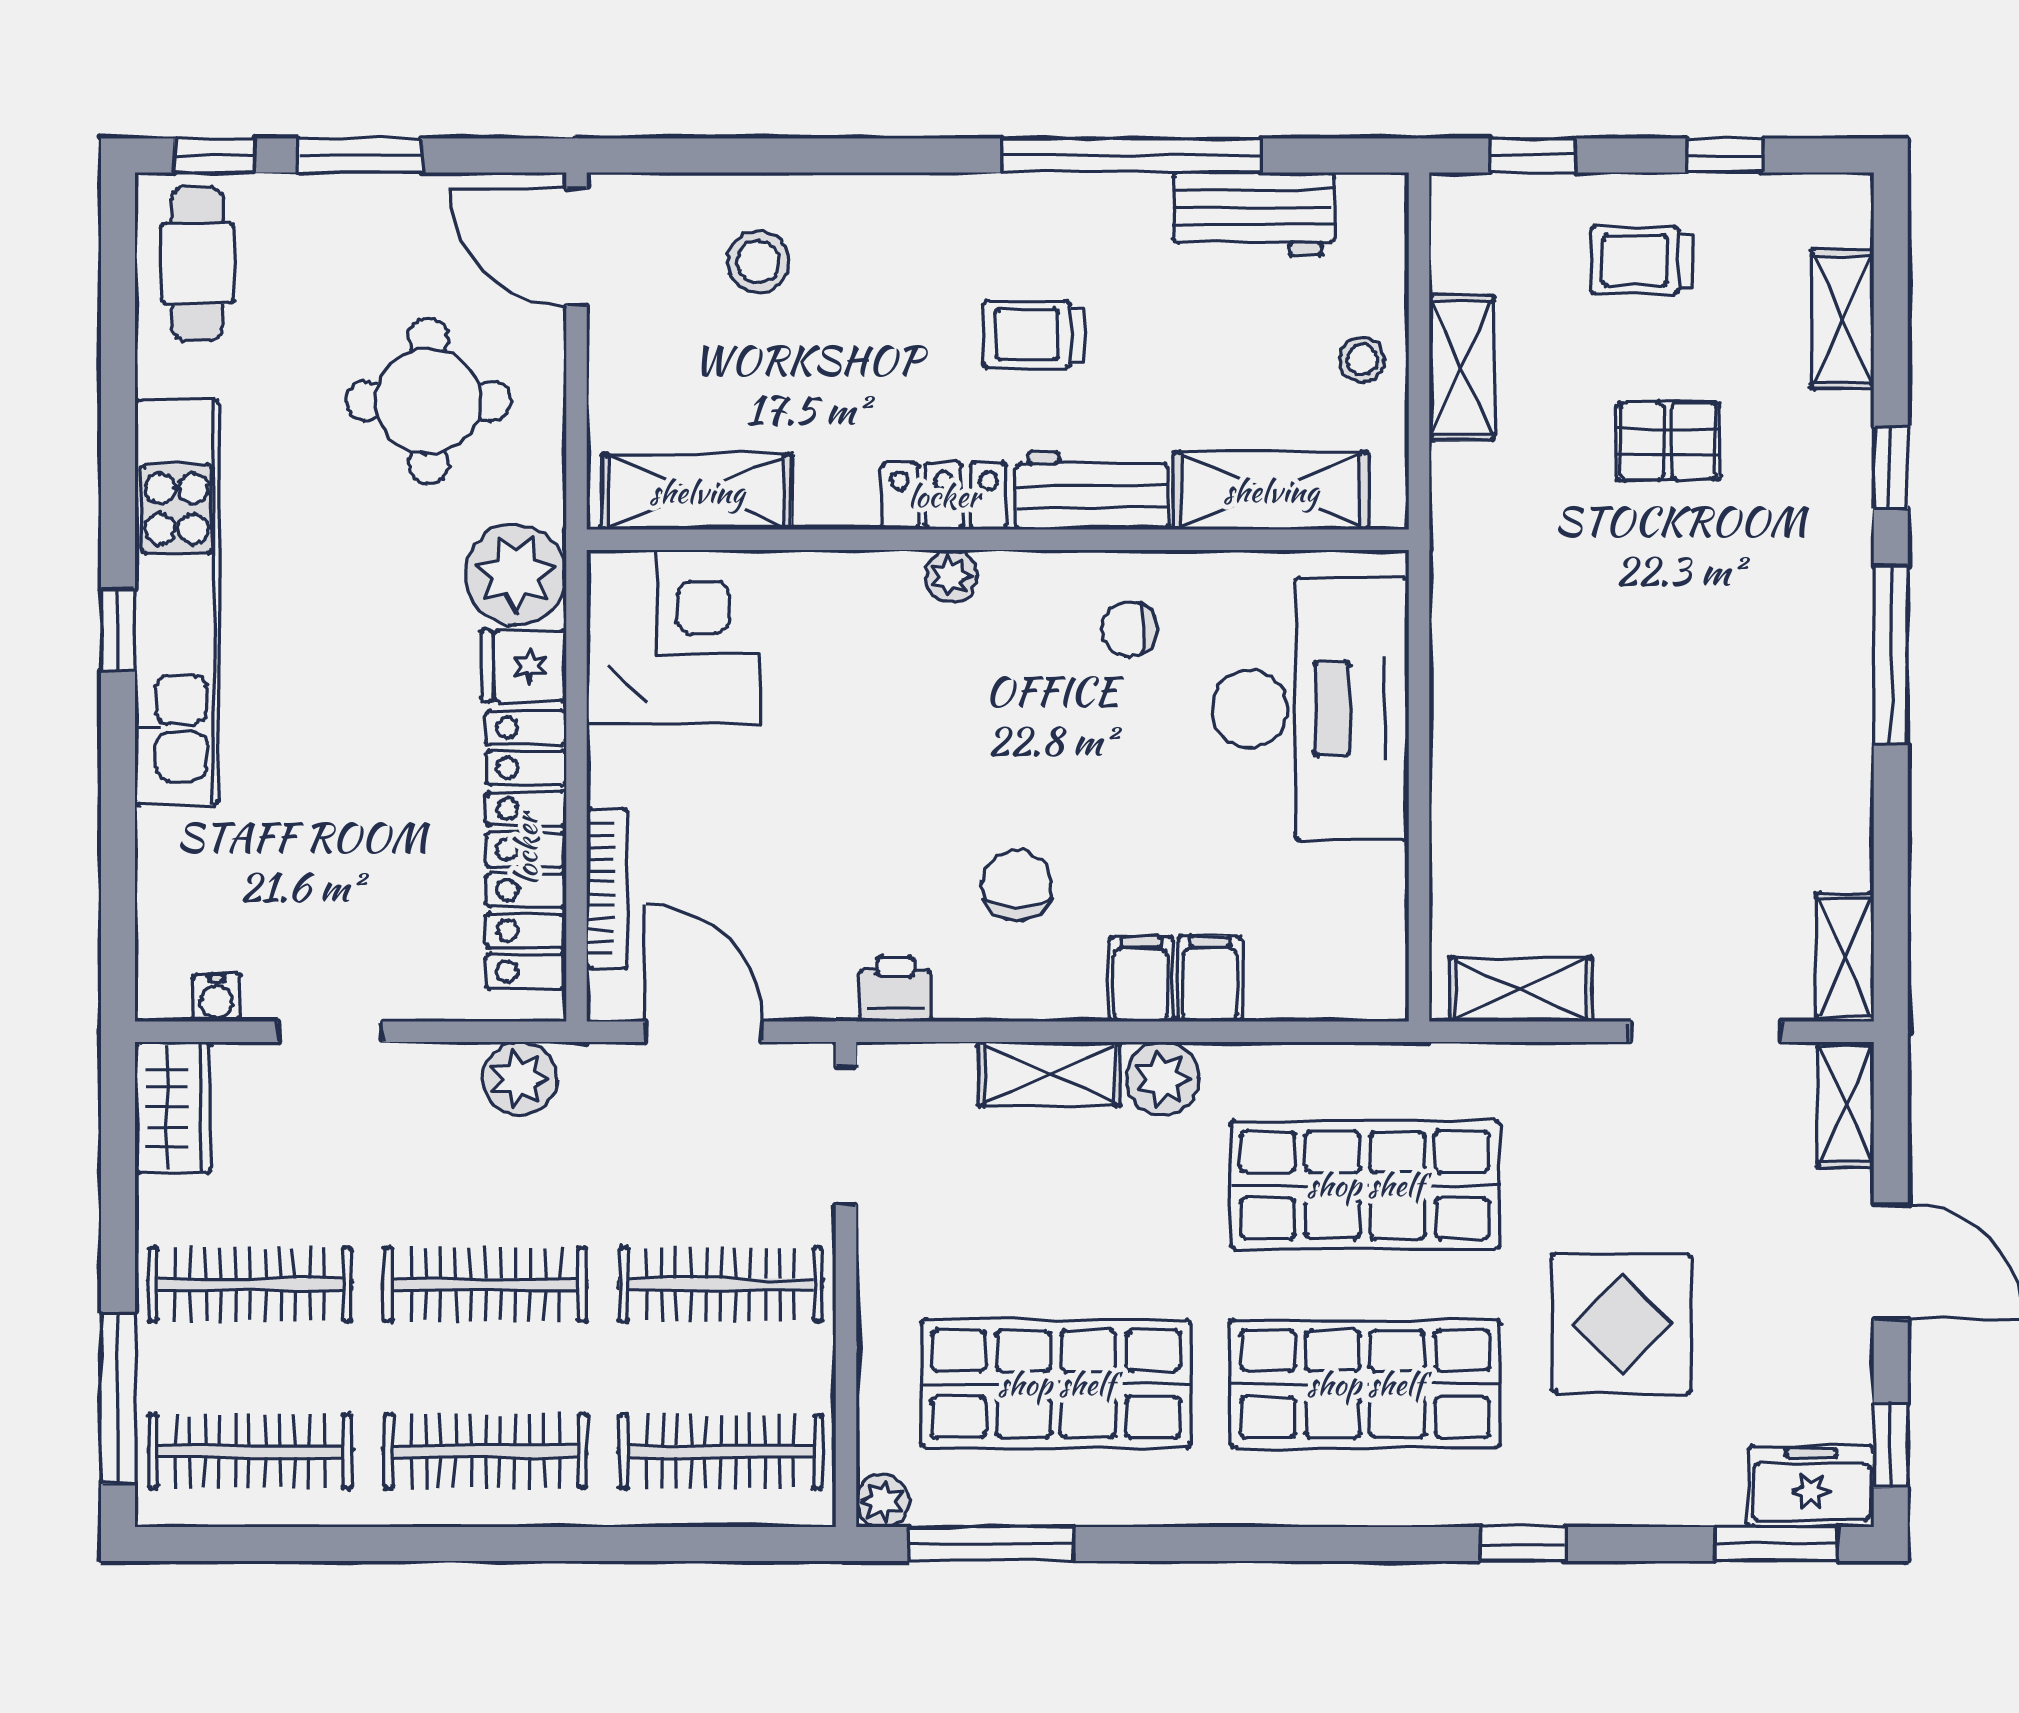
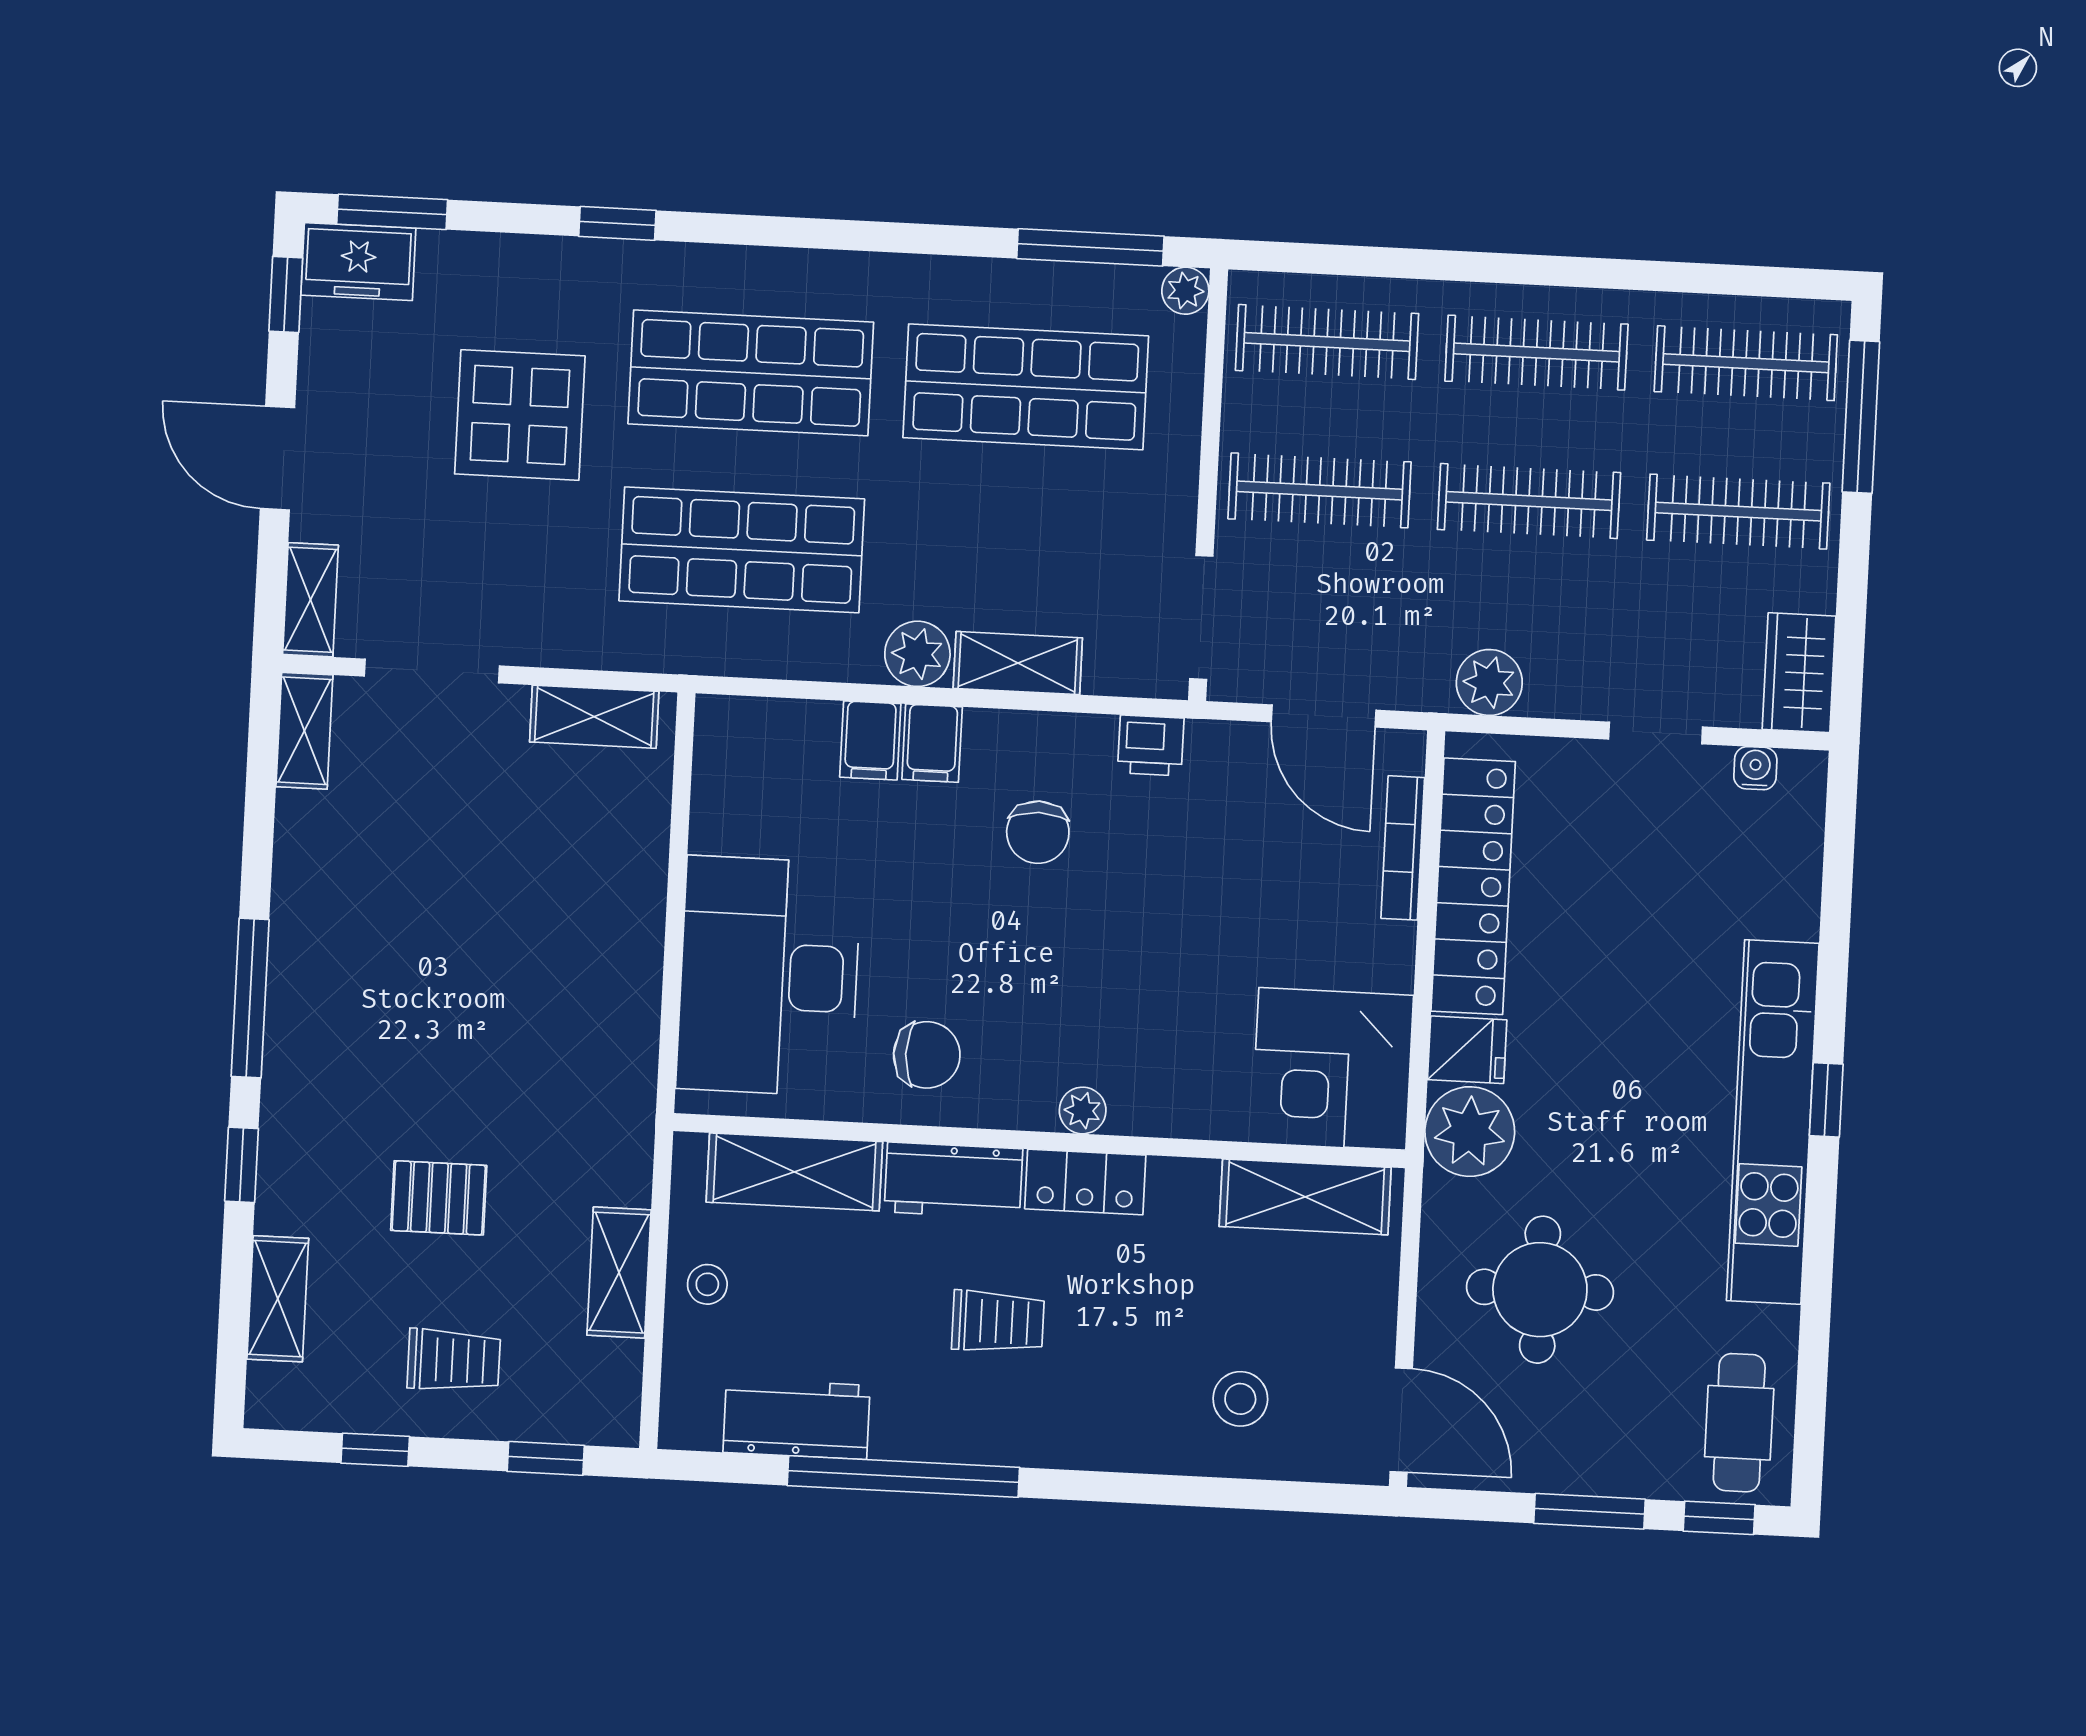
chair: (1129, 629) -> (927, 1055), width x1.37, depth x1.37

